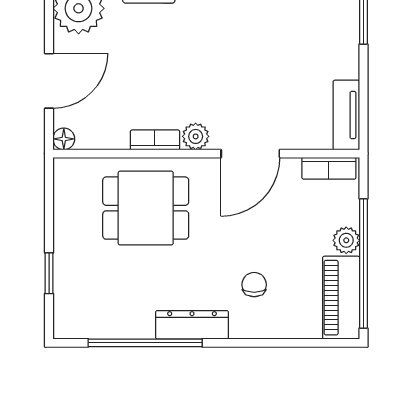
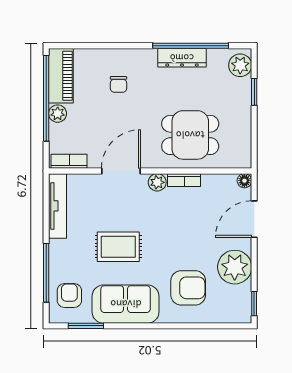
rug: (255, 39) -> (118, 247), added
tv unit: (346, 115) -> (58, 206), width x1.41
plant: (70, 313) -> (240, 65), added
dresser: (192, 325) -> (182, 58), moved

